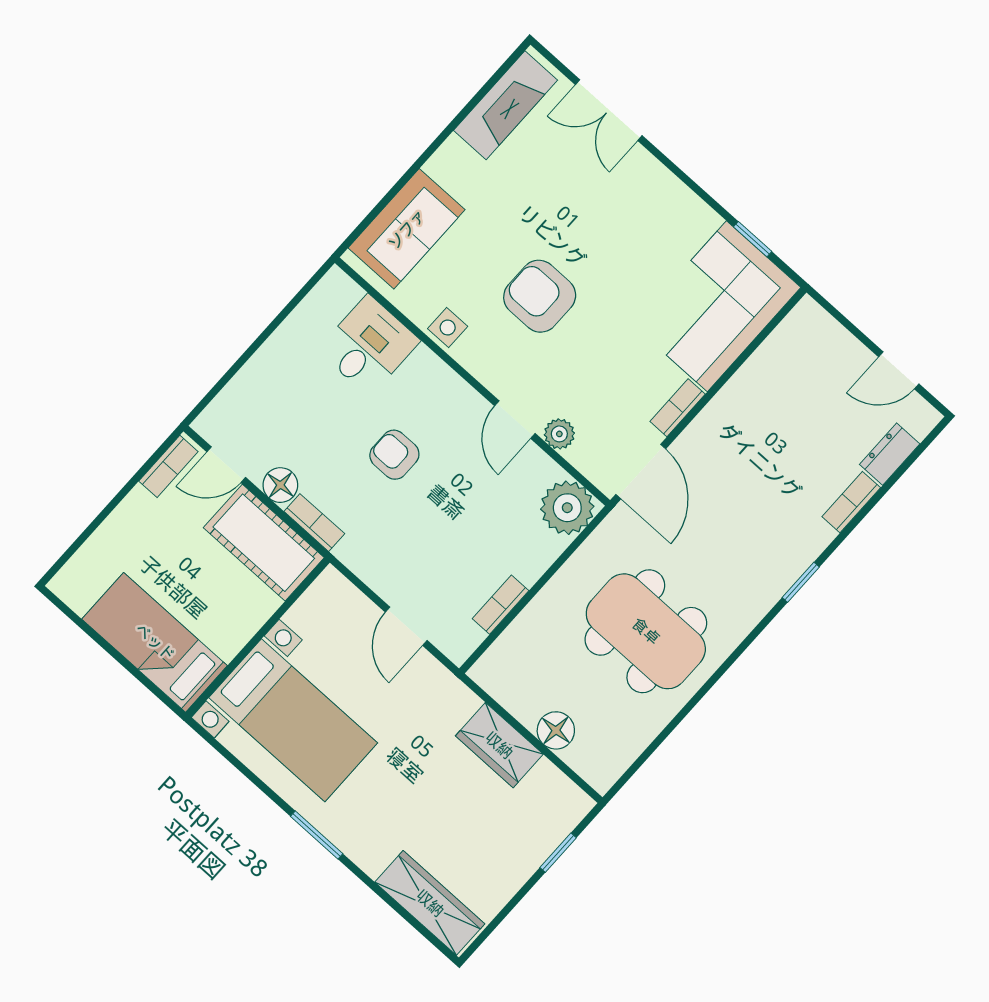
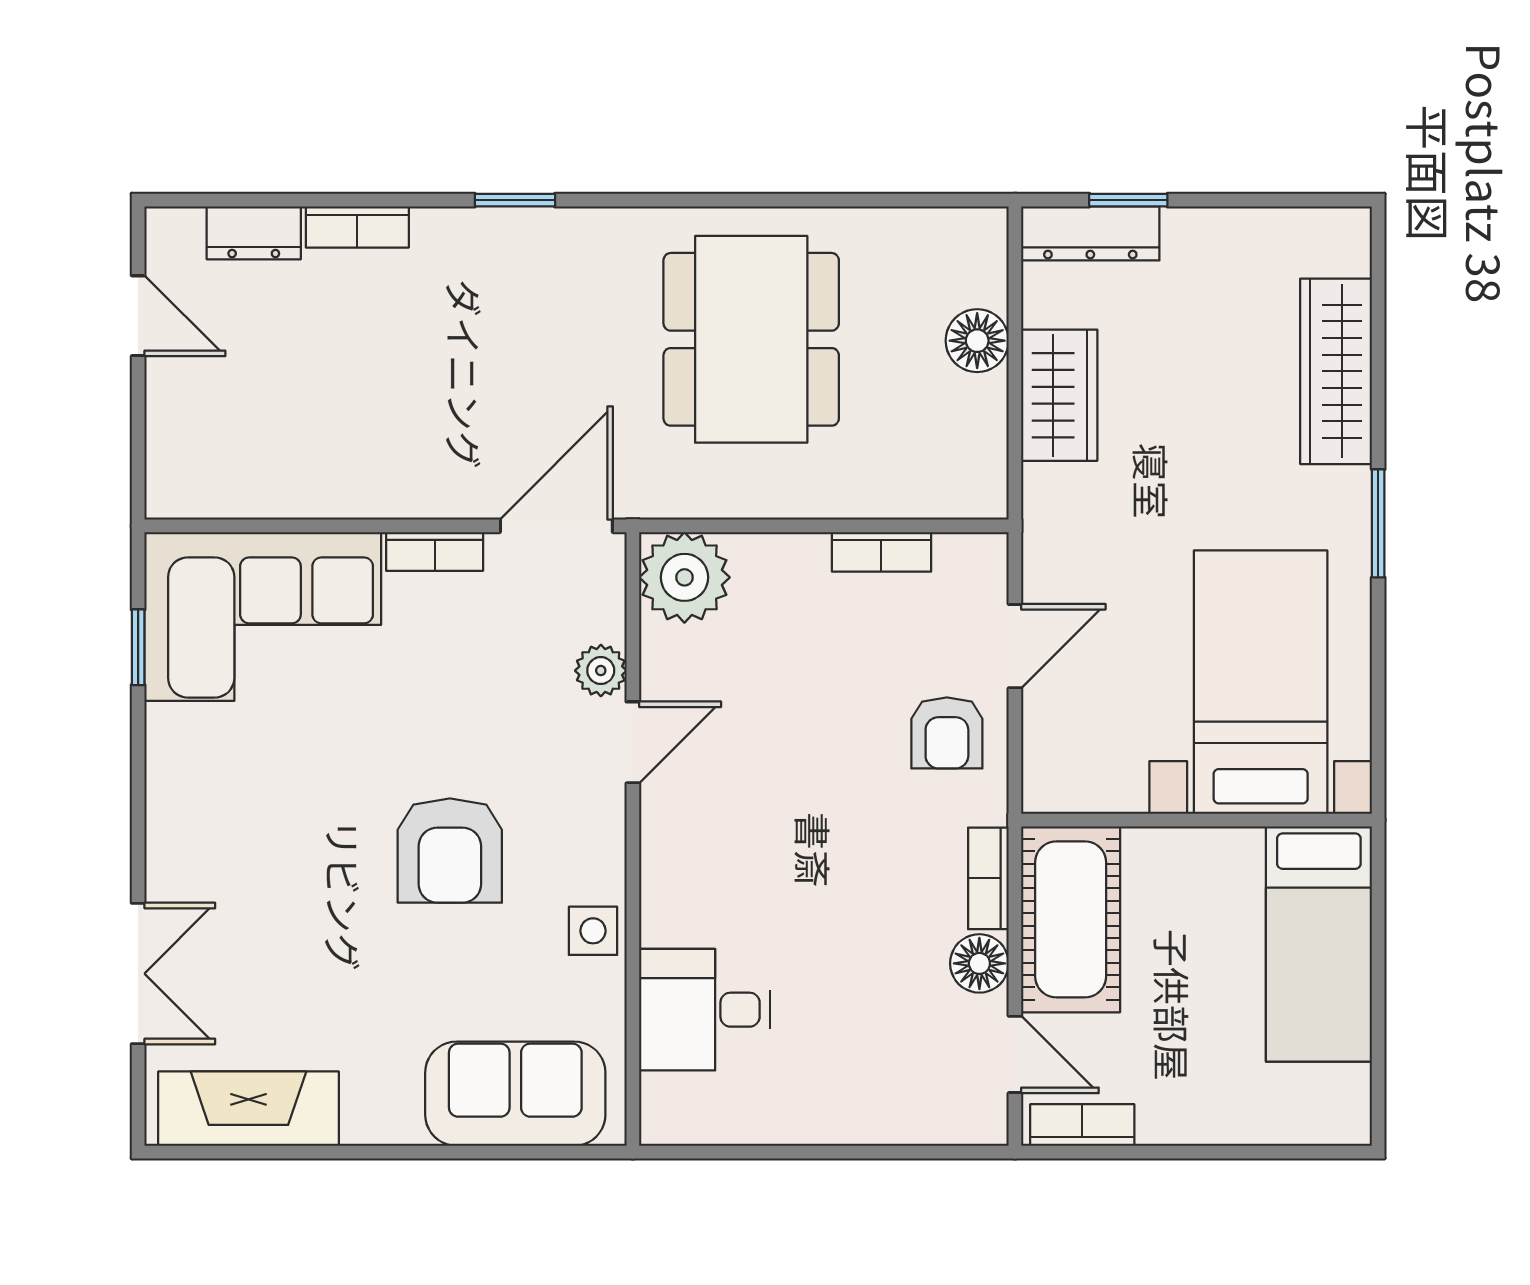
armchair: (394, 455) -> (947, 733), moved
dresser: (558, 823) -> (1090, 233), added
wardrobe: (430, 903) -> (1336, 371), moved

